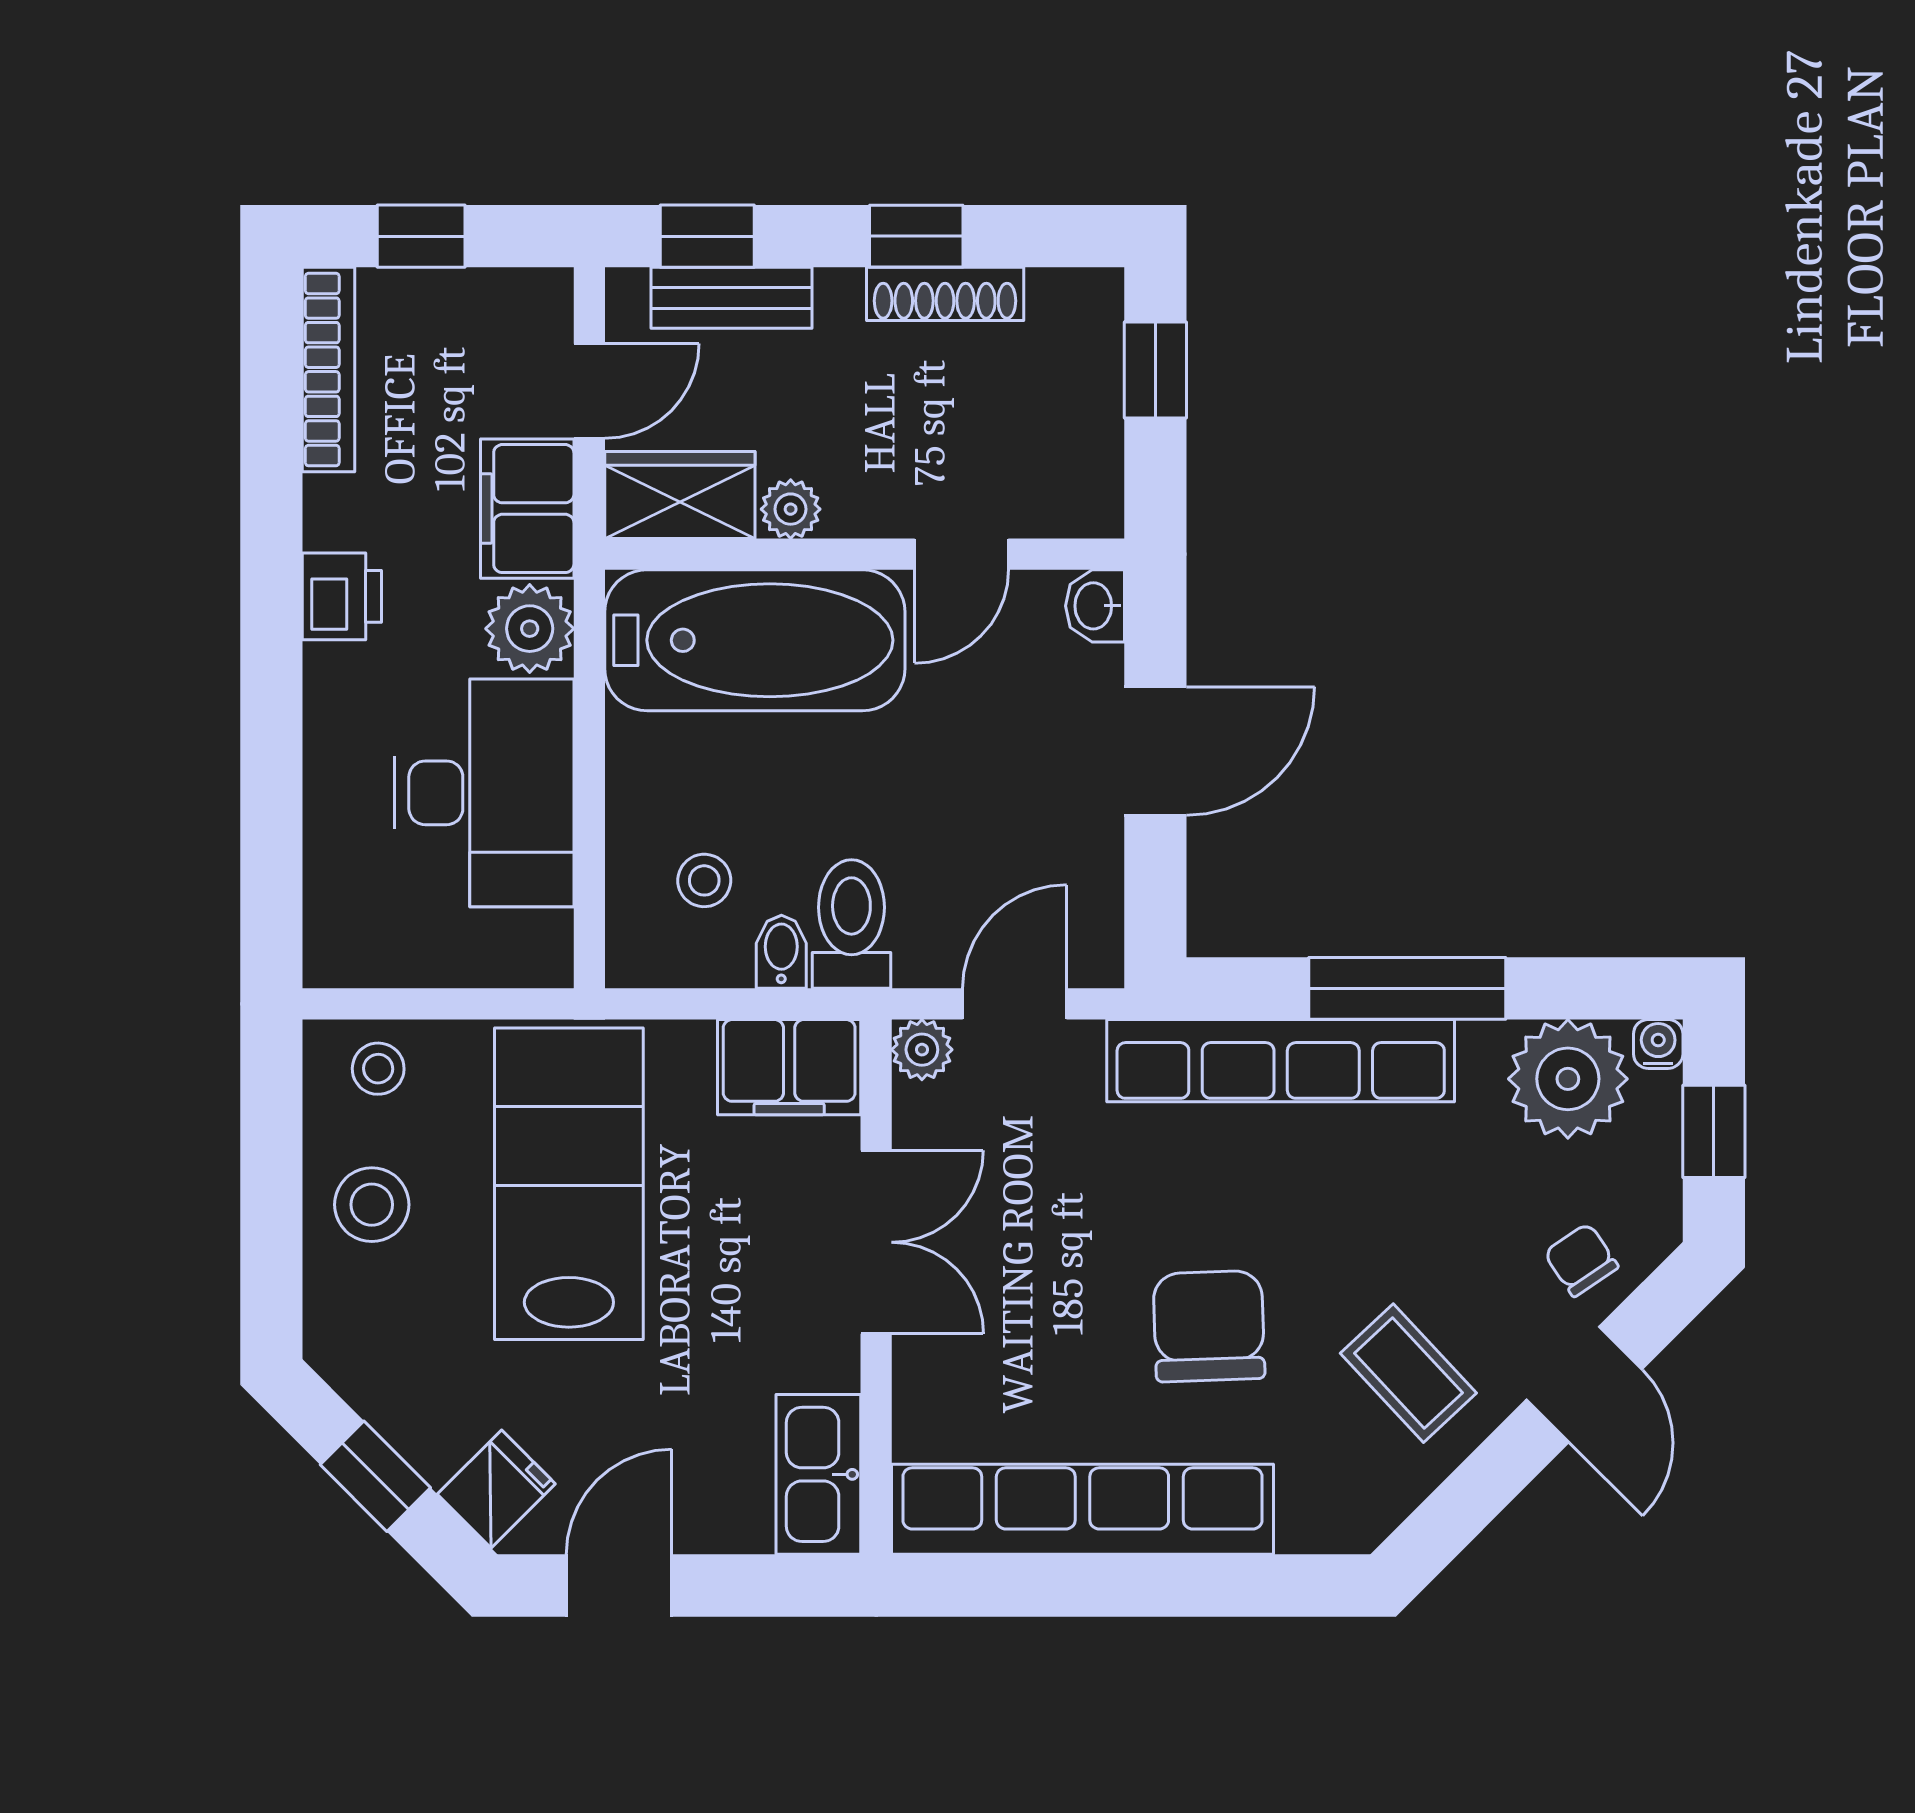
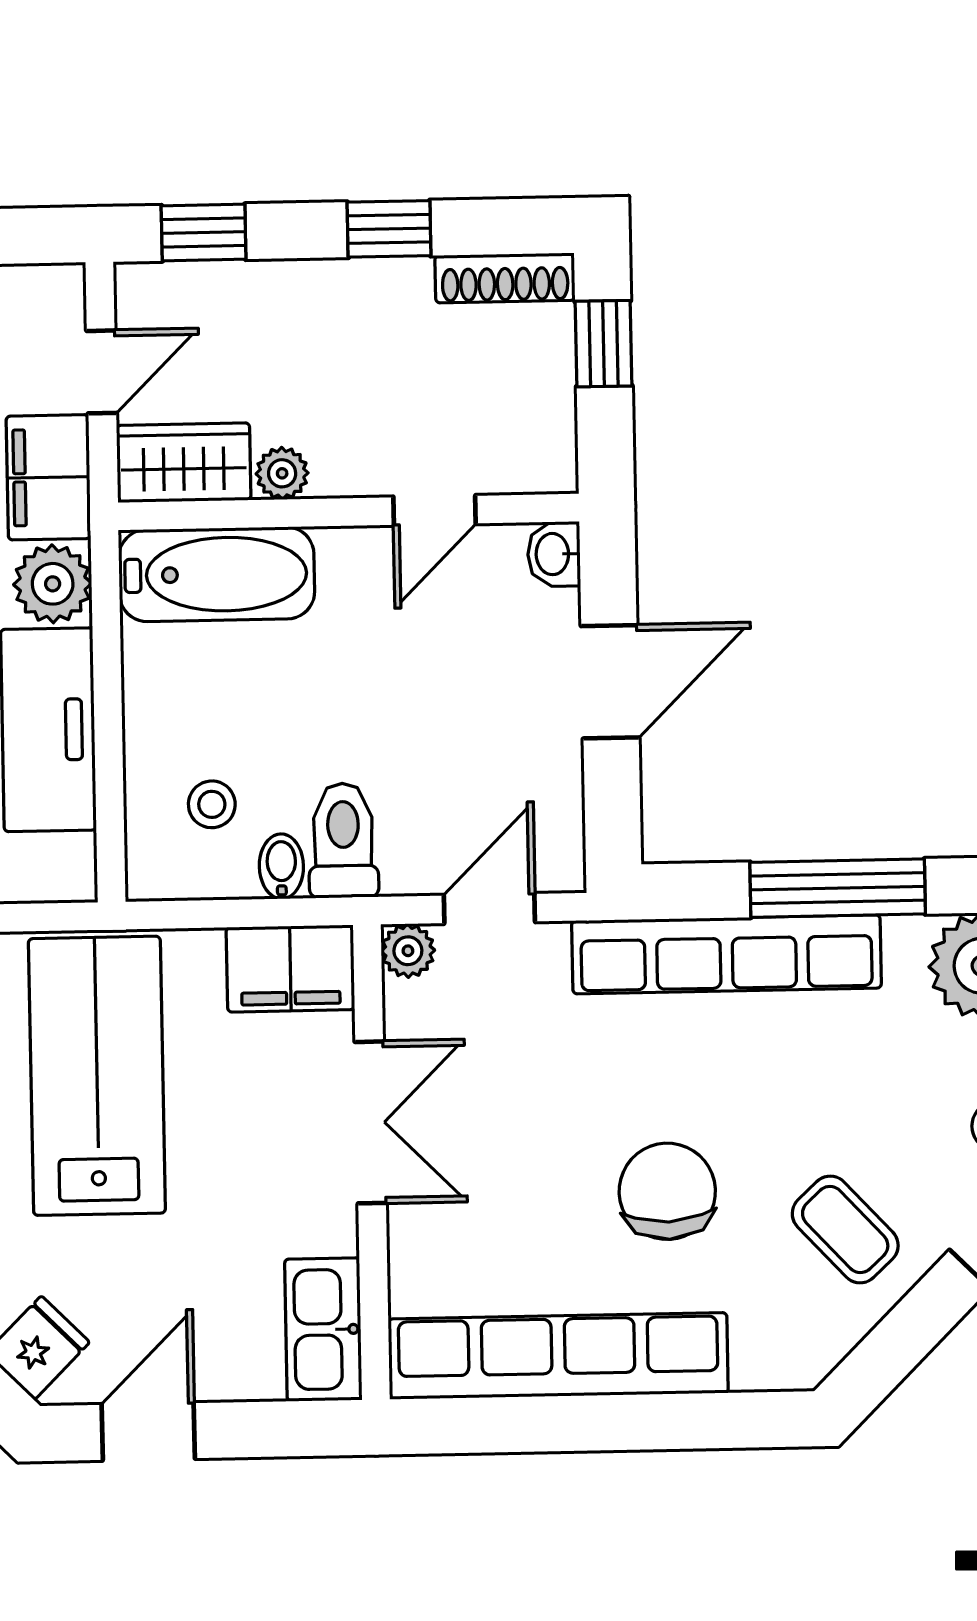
shoe rack: (945, 294) -> (505, 278), moved
bench: (731, 298) -> (226, 287), removed
bathtub: (755, 640) -> (217, 574), width x0.73, depth x0.73

